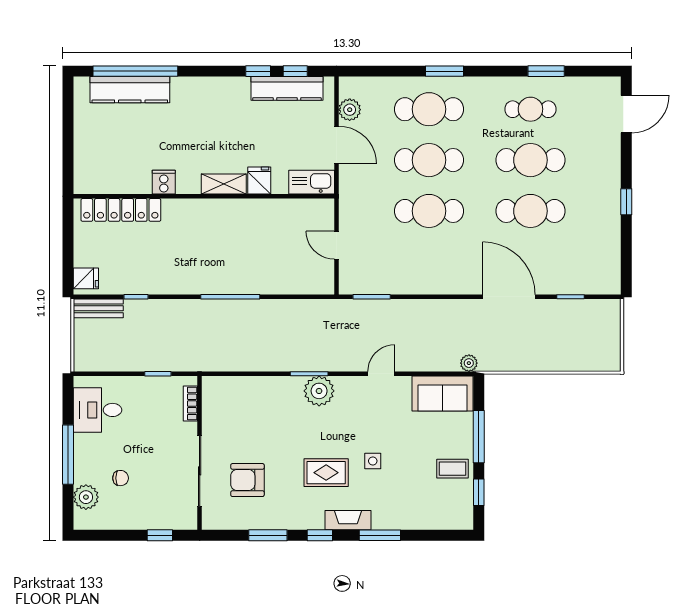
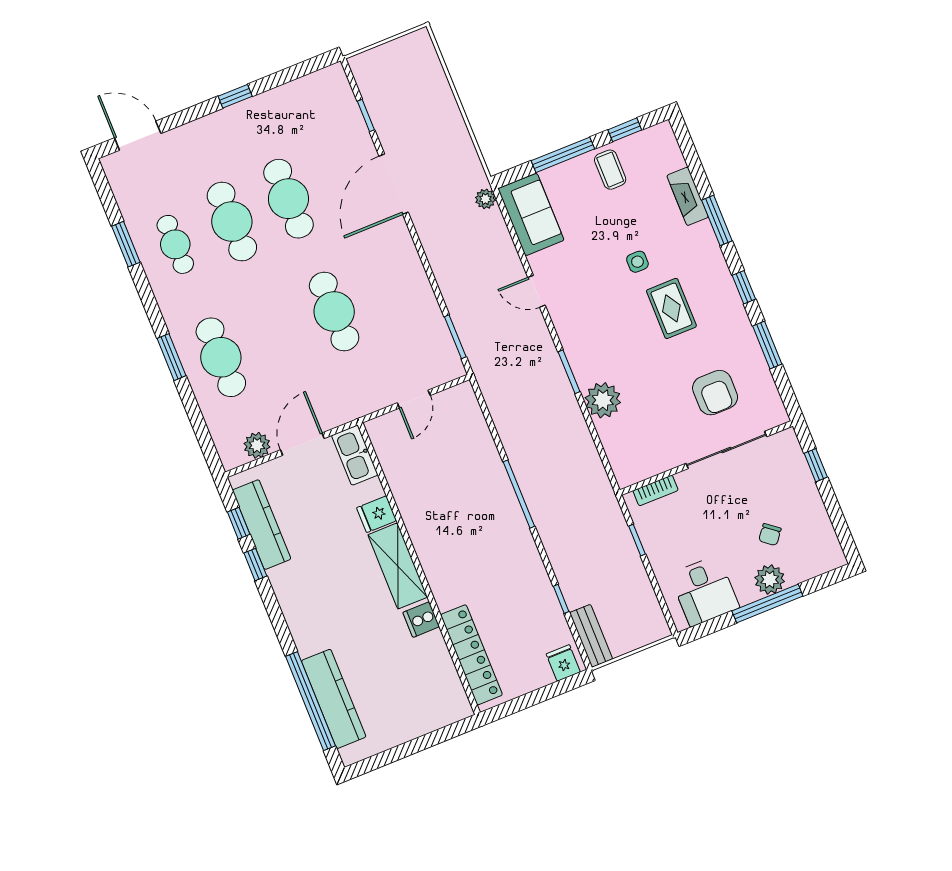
cafe table: (429, 160) -> (277, 334), removed
shelving: (224, 184) -> (398, 566), width x1.50, depth x1.33
plant: (319, 391) -> (603, 400), moved
chair: (121, 478) -> (770, 535), turned -142
plant: (86, 497) -> (770, 580), moved
fireplace: (348, 520) -> (688, 196), moved

